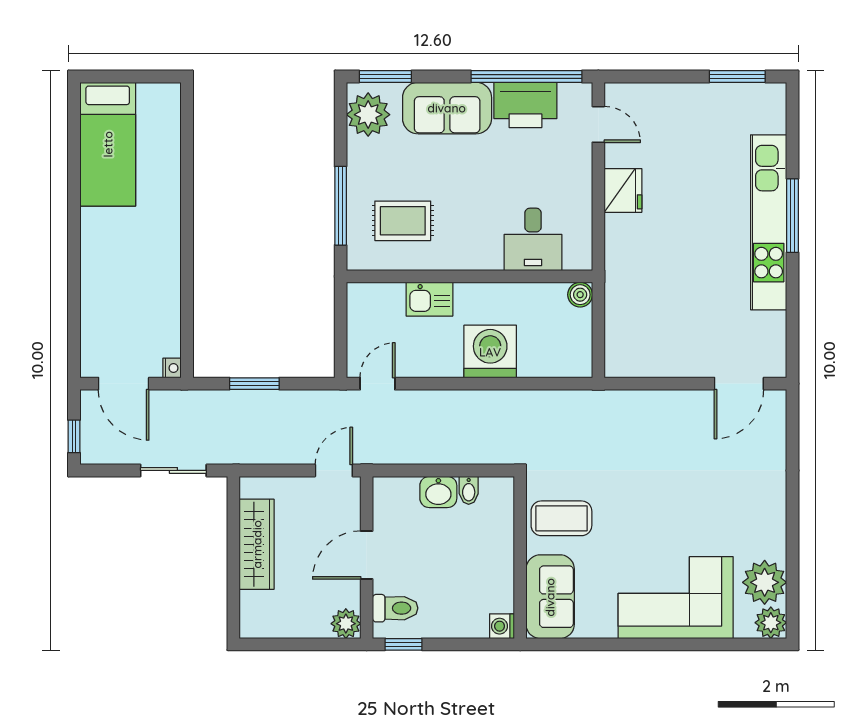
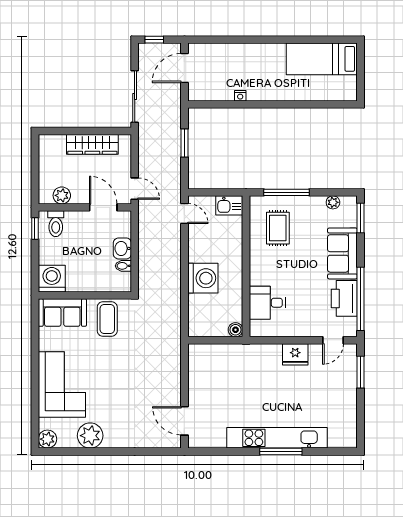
window: (737, 77) -> (361, 372), moved
plant: (368, 115) -> (333, 202), width x0.53, depth x0.53
kitchen sink: (429, 299) -> (229, 205), moved, turned -90
nightstand: (172, 368) -> (240, 96), moved
sliding door: (173, 470) -> (135, 97), width x1.37
door: (367, 555) -> (103, 207), moved
plant: (765, 582) -> (90, 436), moved
plant: (346, 624) -> (62, 195), moved
washing machine: (502, 626) -> (52, 279), width x1.89, depth x1.89

